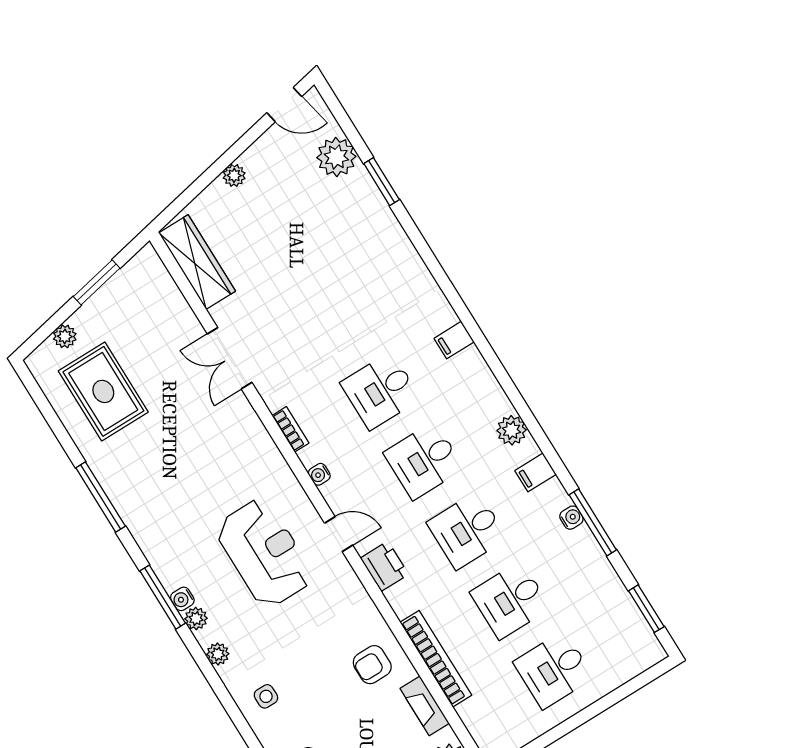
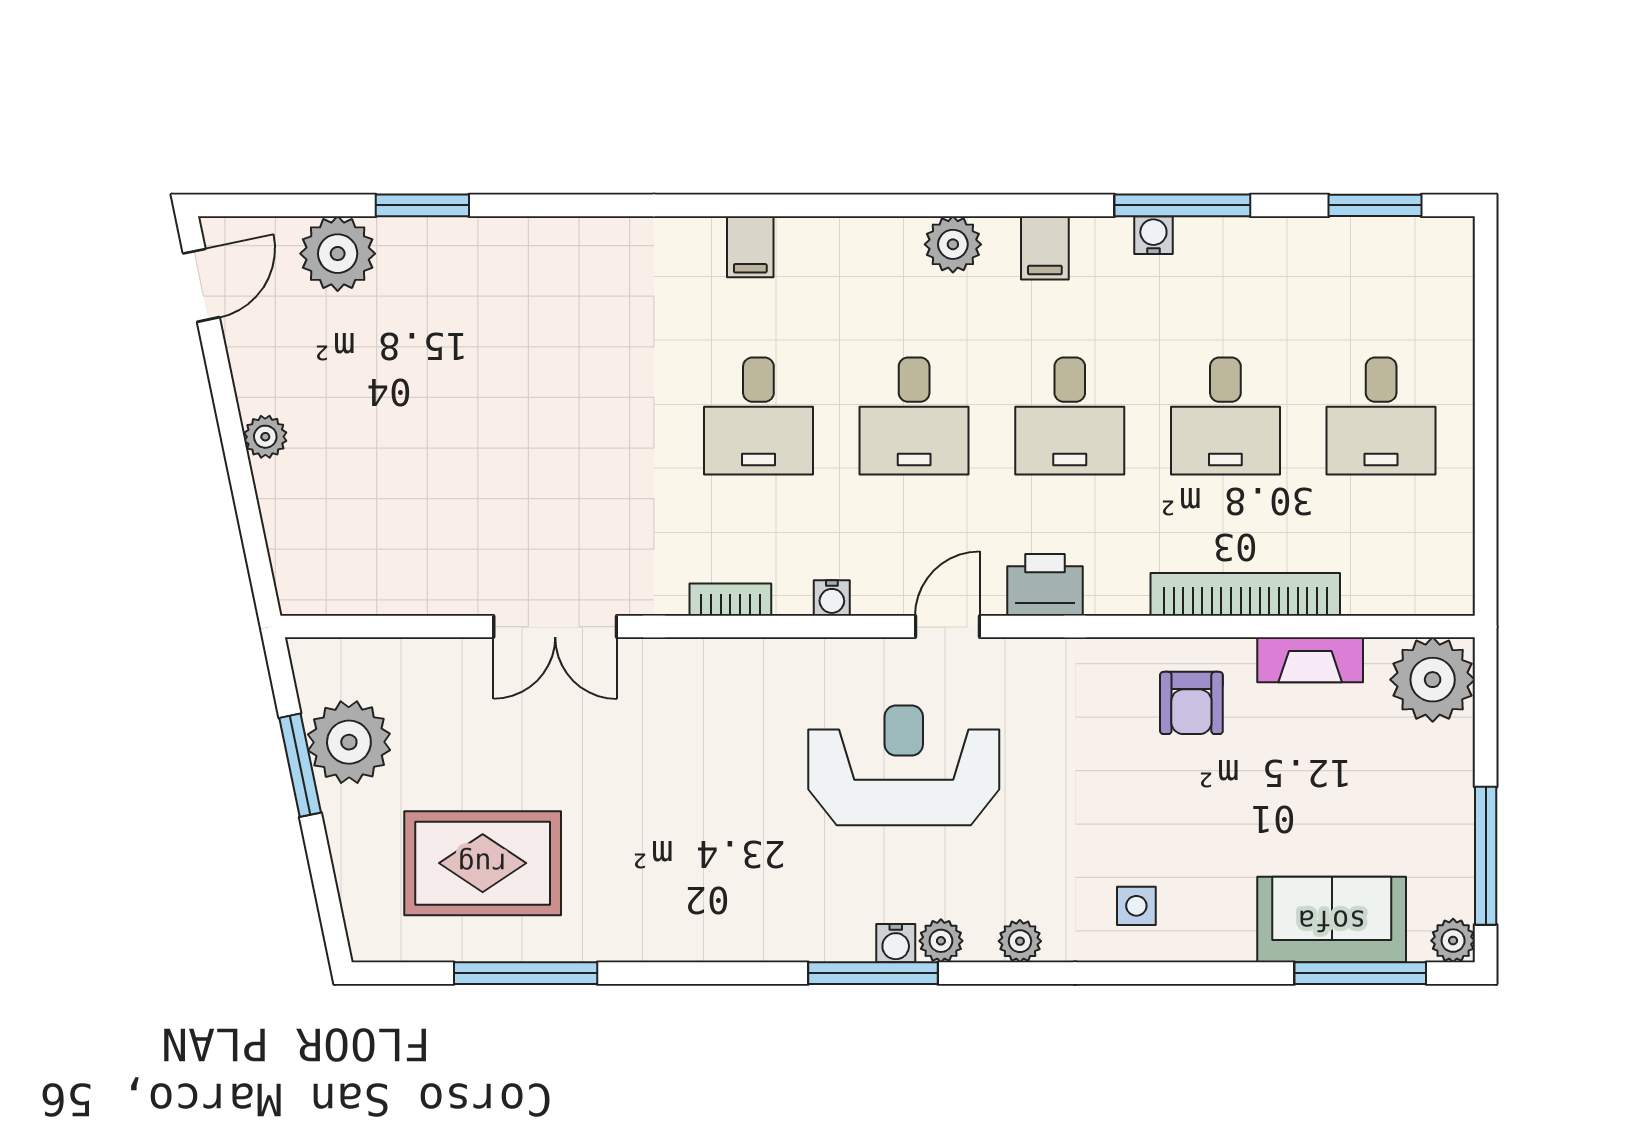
wardrobe: (197, 262) -> (368, 583), removed
plant: (65, 336) -> (349, 742), moved, width x1.88, depth x1.88
window: (101, 497) -> (526, 973), moved

